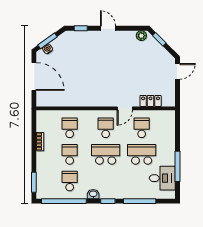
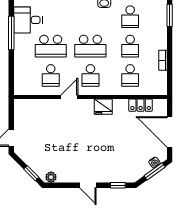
fridge: (94, 100) -> (103, 107), added
locker: (151, 101) -> (141, 105), moved

